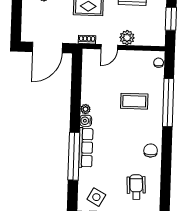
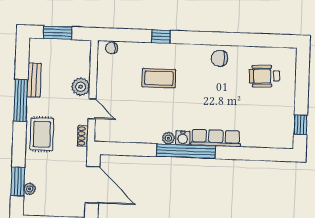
coffee table: (134, 101) -> (159, 78), turned 90
window: (168, 103) -> (161, 36), width x0.32
window: (74, 156) -> (186, 151), moved
side table: (96, 197) -> (277, 125), removed

